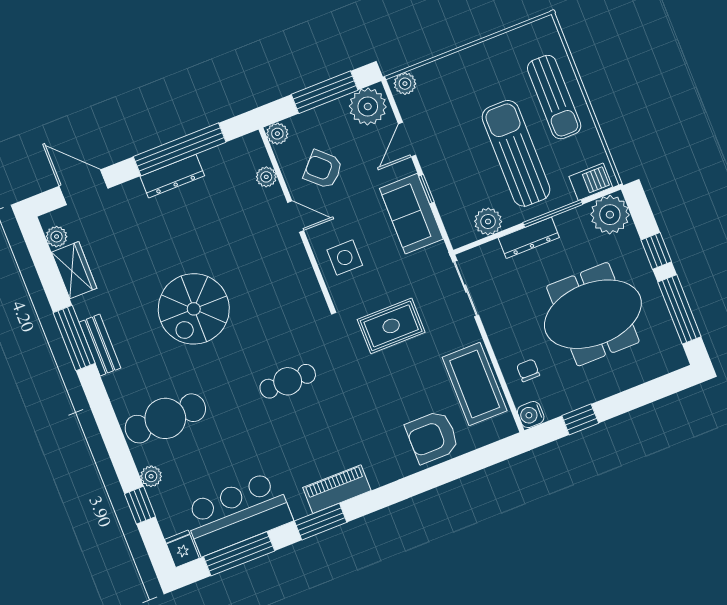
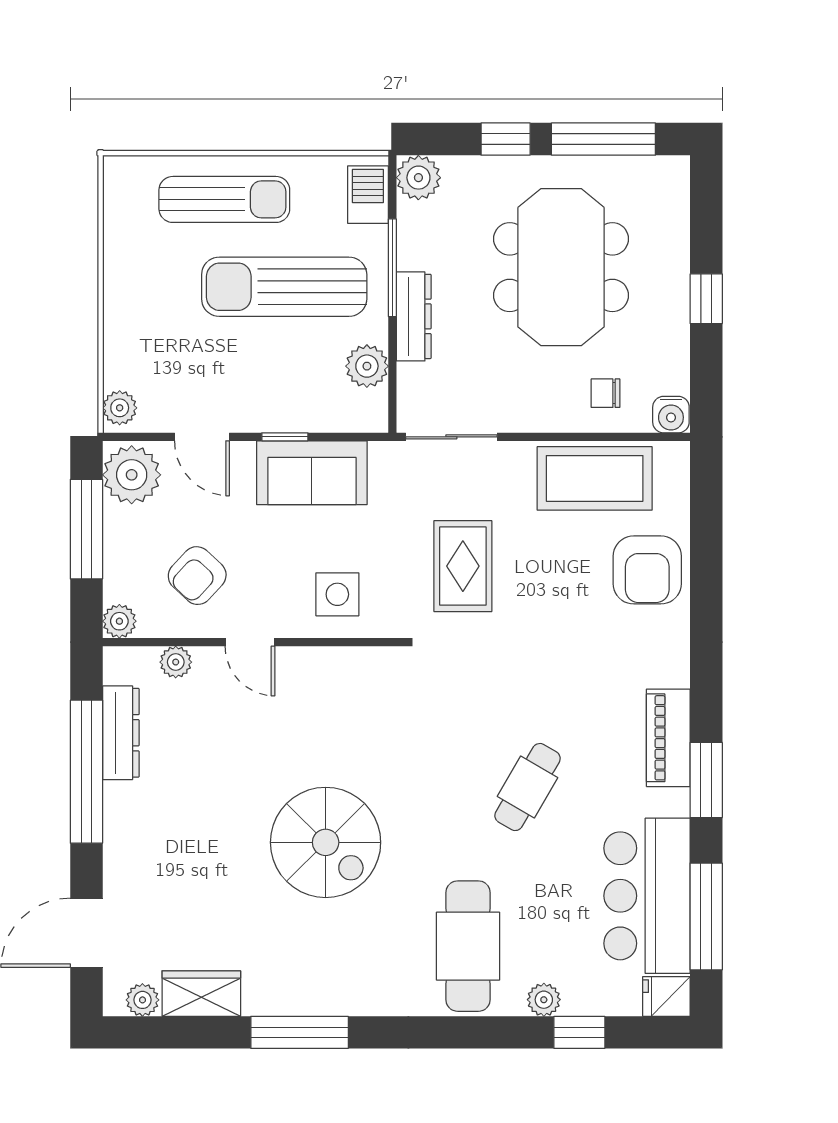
dresser: (172, 176) -> (121, 733), moved
plant: (610, 215) -> (418, 178), width x0.73, depth x0.73
door: (296, 217) -> (250, 642), swing flipped
bench: (100, 345) -> (324, 999), removed
cafe table: (288, 381) -> (528, 787), moved, turned 30
window: (580, 419) -> (706, 299), moved

